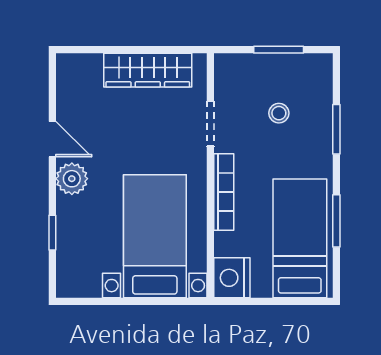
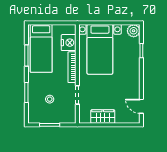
wardrobe: (148, 70) -> (103, 117), width x0.67
door: (52, 139) -> (141, 106), moved
plant: (72, 179) -> (134, 31), moved
nightstand: (232, 278) -> (69, 43), moved

